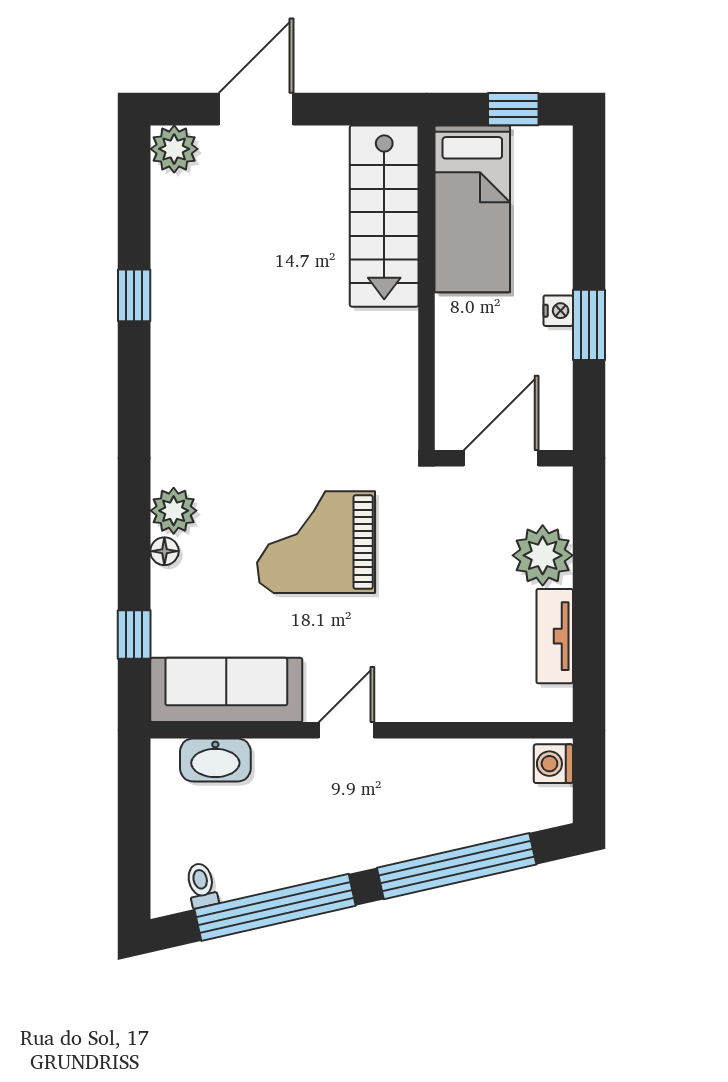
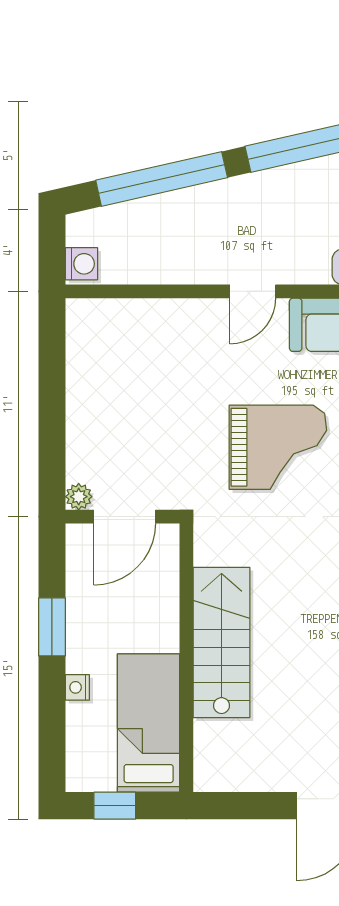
stairs: (384, 216) -> (221, 642), moved
nightstand: (558, 311) -> (77, 687), moved
plant: (543, 555) -> (79, 497), moved, width x0.53, depth x0.53
tv unit: (555, 636) -> (80, 369), removed

